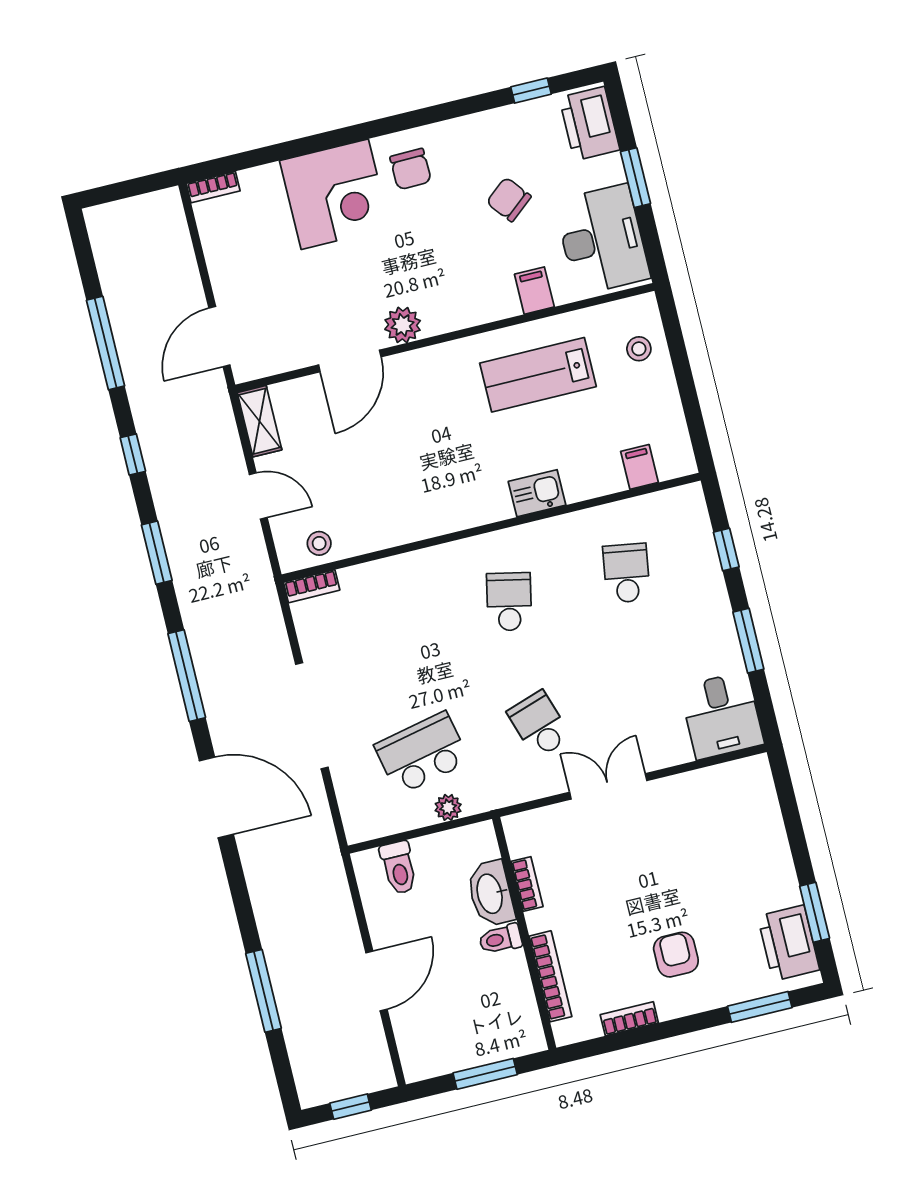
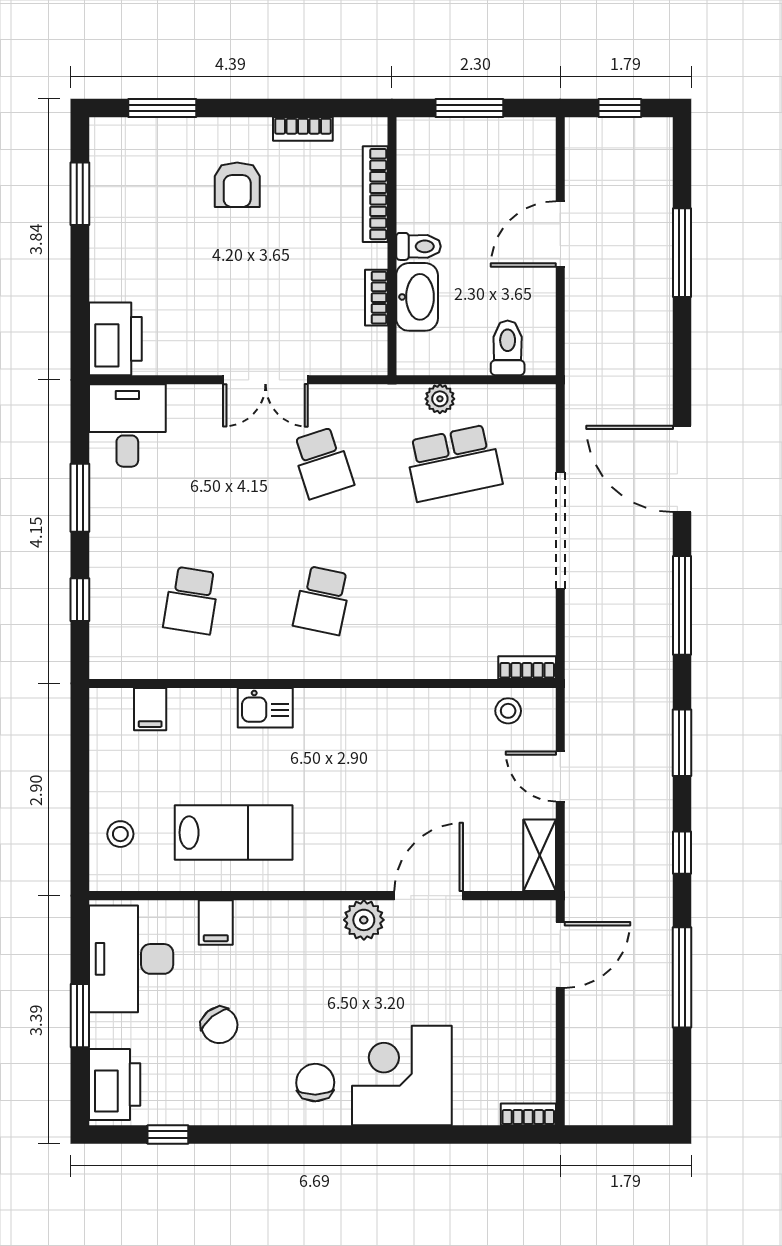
printer: (789, 943) -> (115, 339), moved

